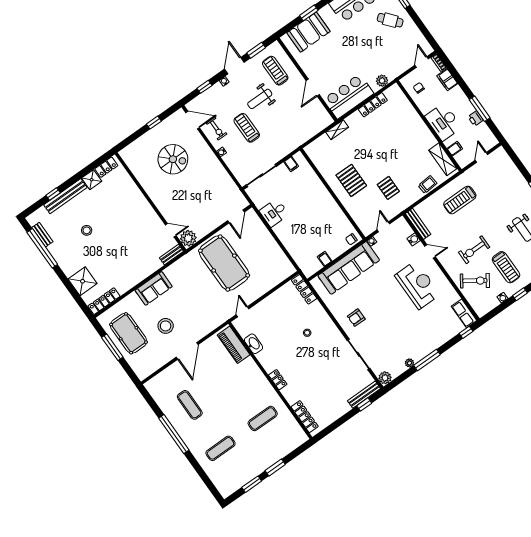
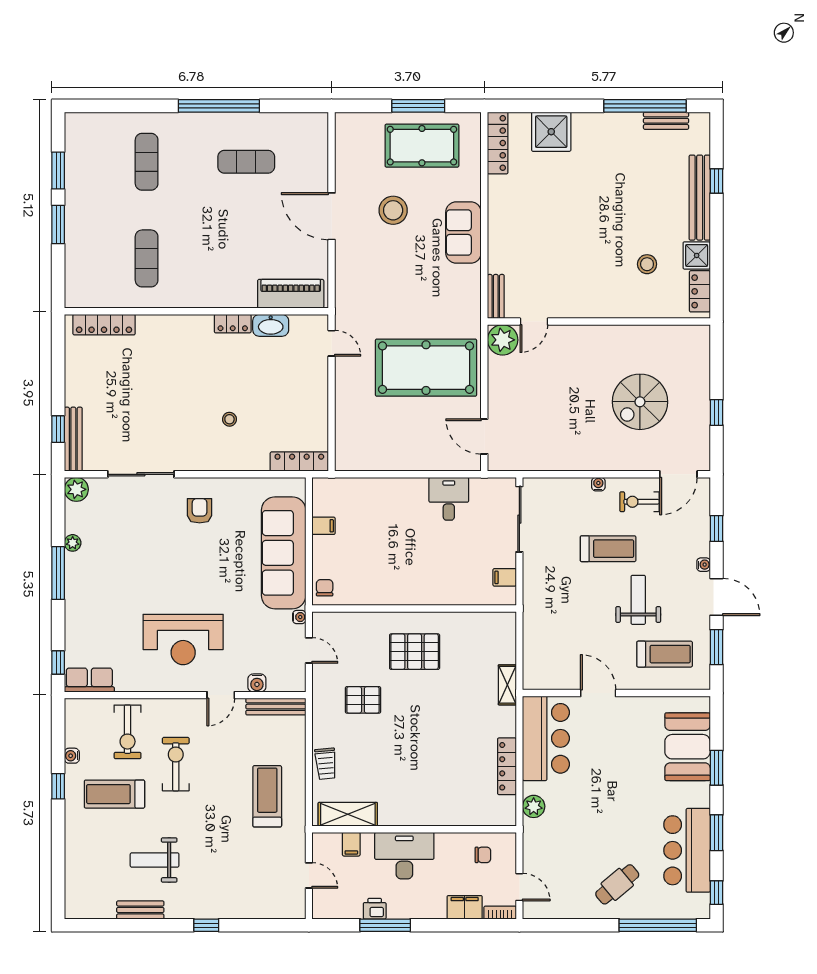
stool: (87, 230) -> (647, 264), moved
exercise bike: (475, 281) -> (128, 732), turned -34
locker: (278, 380) -> (233, 324), moved

